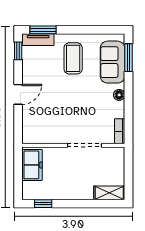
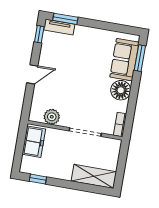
coffee table: (73, 58) -> (89, 50), removed
floor lamp: (119, 95) -> (121, 90), width x1.89, depth x1.89
plant: (46, 135) -> (52, 117), added
shelving: (109, 193) -> (94, 176), width x1.50, depth x1.33

